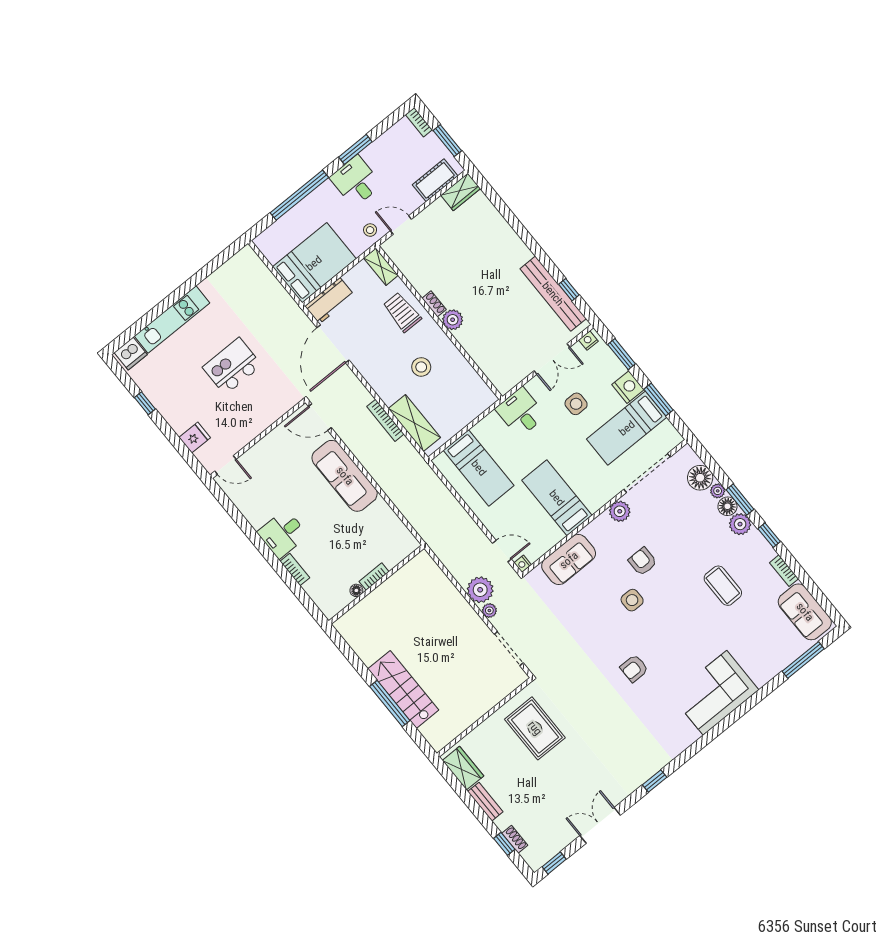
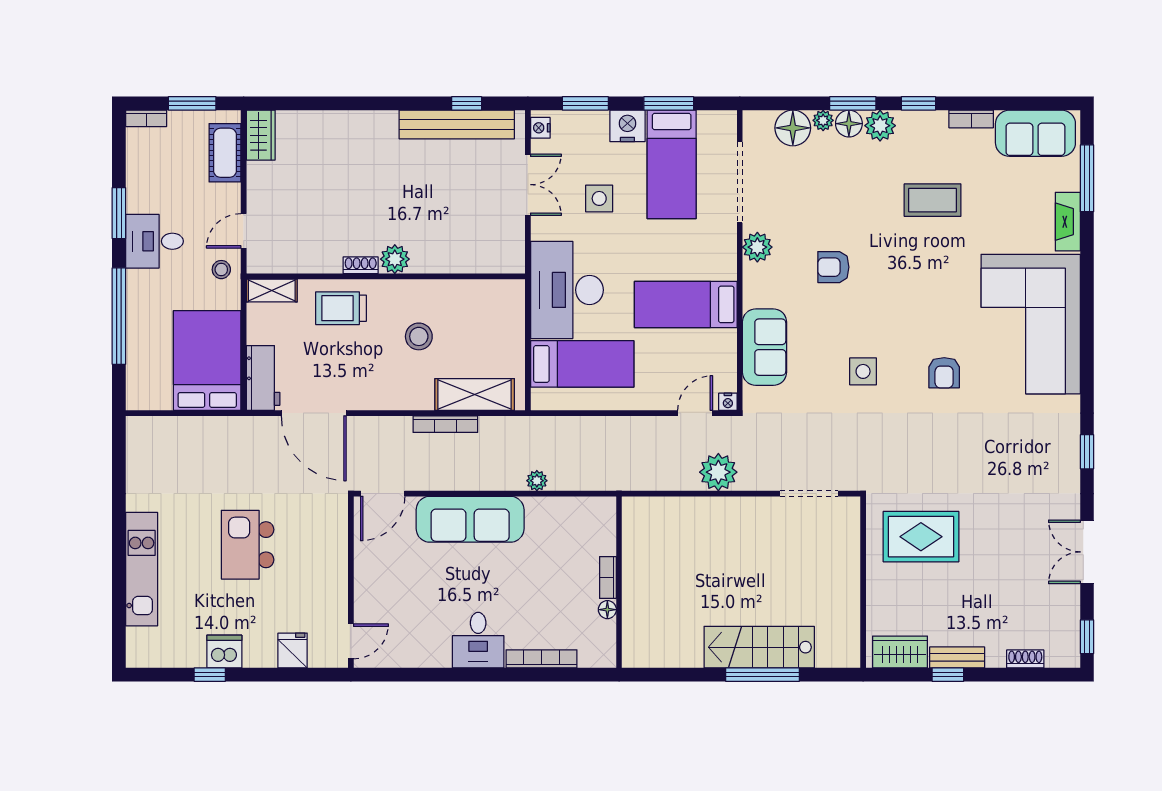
dishwasher: (131, 354) -> (224, 652), moved, turned -90
desk: (521, 412) -> (567, 290), width x1.87, depth x1.30
bookcase: (295, 570) -> (542, 659), width x1.56
side table: (632, 600) -> (863, 371), moved
plant: (489, 611) -> (537, 481), moved
fireplace: (771, 669) -> (1068, 222), added
corner sofa: (715, 693) -> (1031, 324), width x1.36, depth x1.36
window: (504, 844) -> (948, 675), moved

